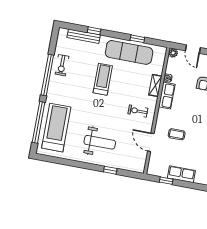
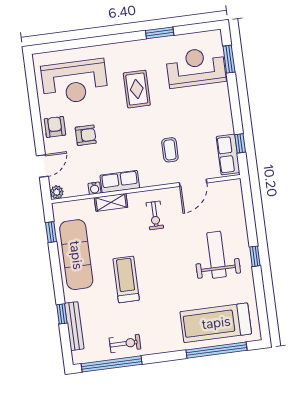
window: (137, 39) -> (51, 232), moved
window: (47, 75) -> (112, 364), moved
treadmill: (103, 79) -> (126, 279), turned 90
window: (110, 170) -> (255, 256), moved
row of seats: (181, 174) -> (228, 155), moved

